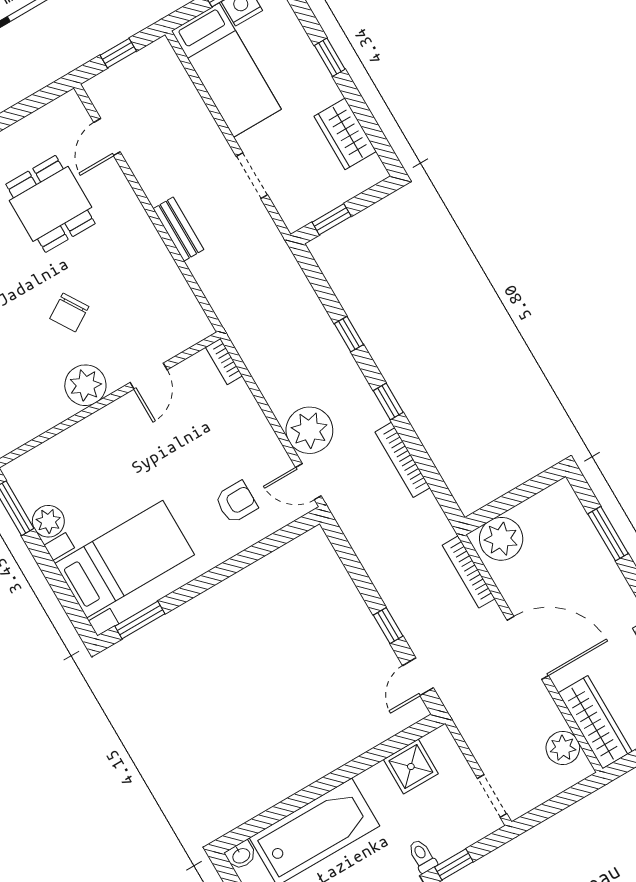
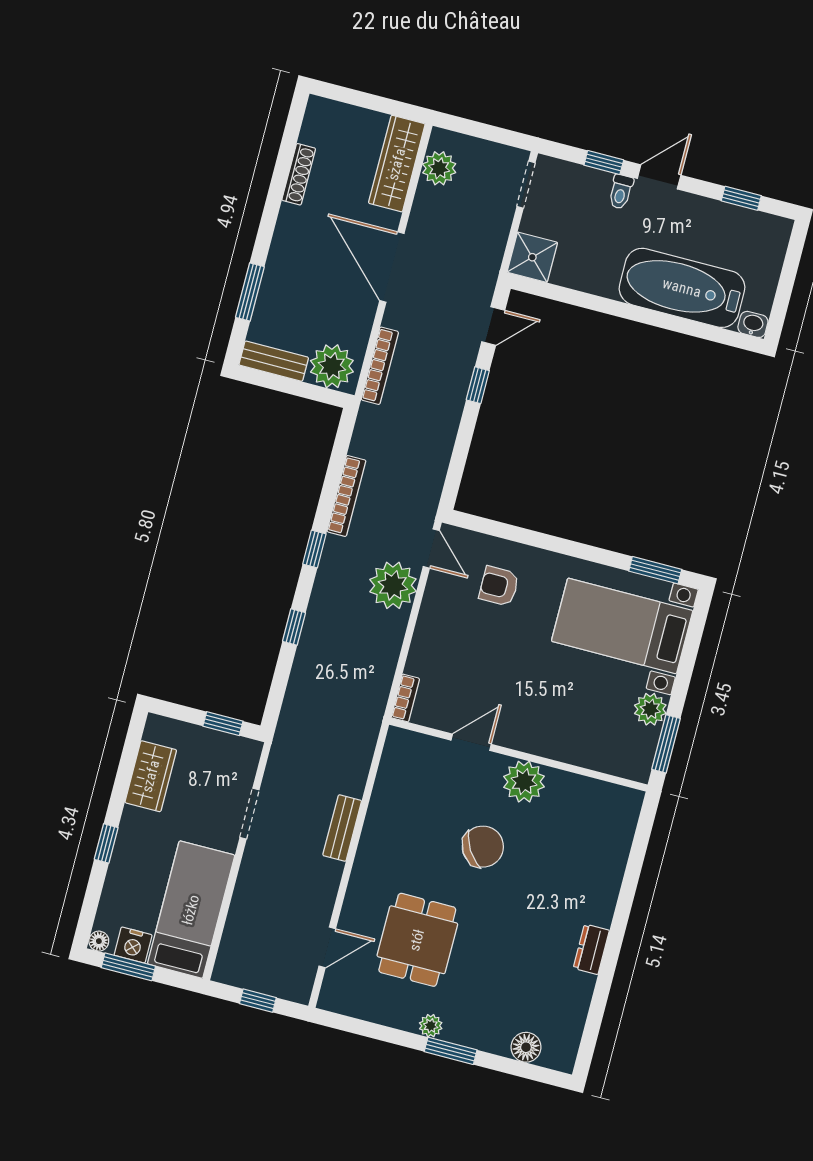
chair: (69, 313) -> (483, 847), width x1.37, depth x1.37
bench: (545, 503) -> (274, 361), added
shower: (411, 767) -> (532, 257), moved

